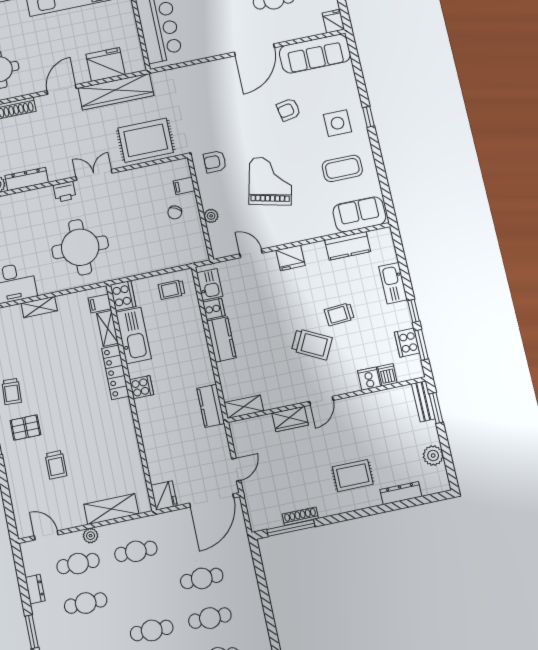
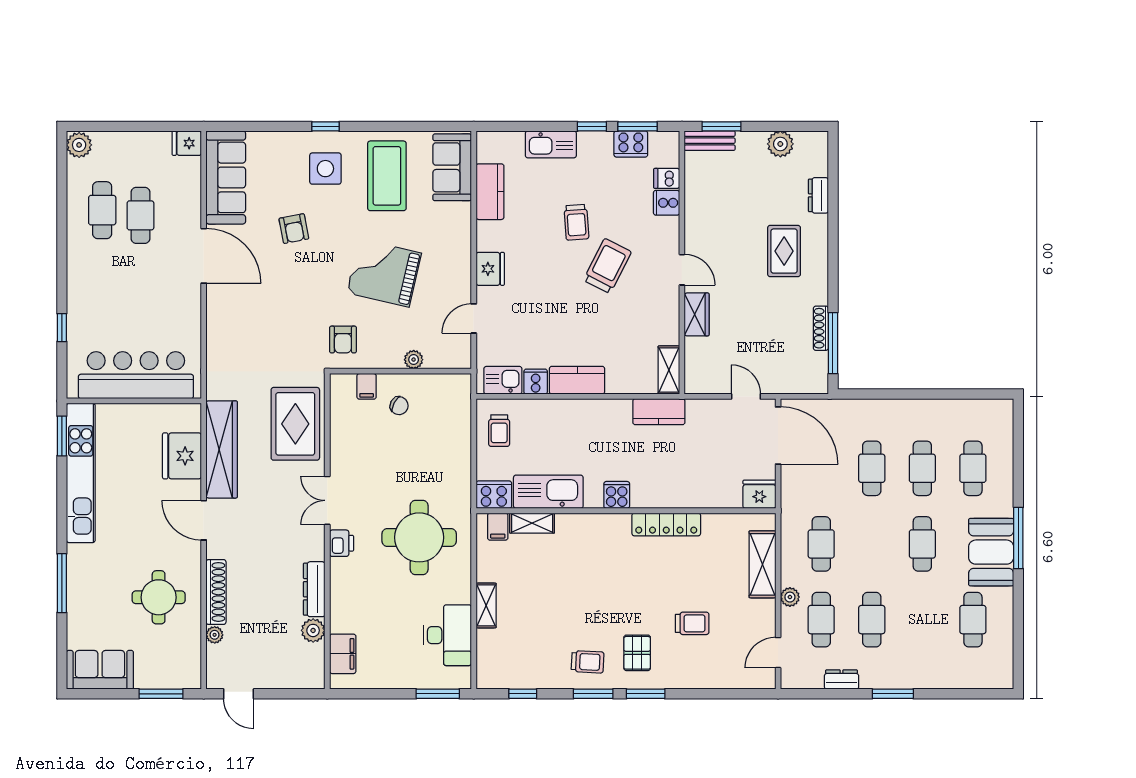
coffee table: (342, 168) -> (387, 176), width x1.36, depth x1.32
locker: (115, 372) -> (666, 524), moved
dresser: (401, 493) -> (818, 195), width x0.70

